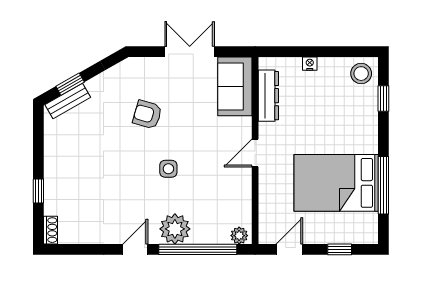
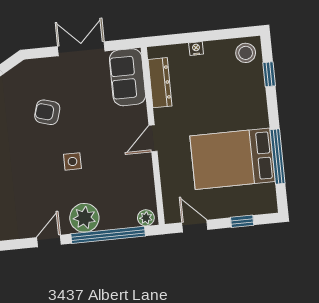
door: (289, 249) -> (195, 226), hinge flipped

